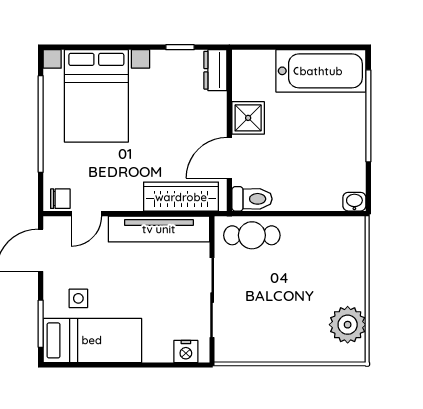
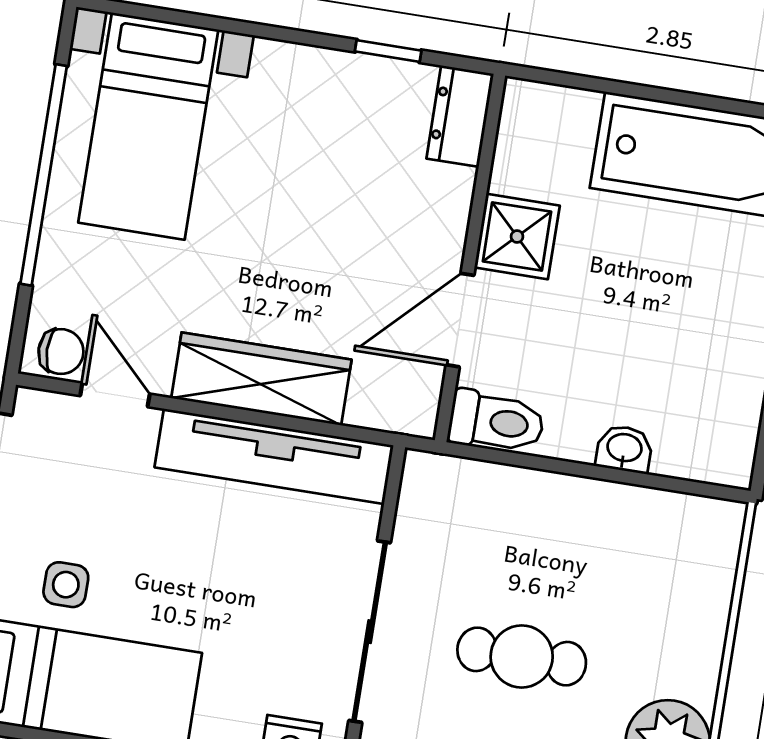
bed with nightstands: (96, 96) -> (148, 126), width x0.73
wardrobe: (181, 197) -> (261, 379), moved
washbasin: (354, 202) -> (624, 449), moved
door: (86, 214) -> (115, 395), swing flipped
cafe table: (252, 235) -> (522, 657), moved

